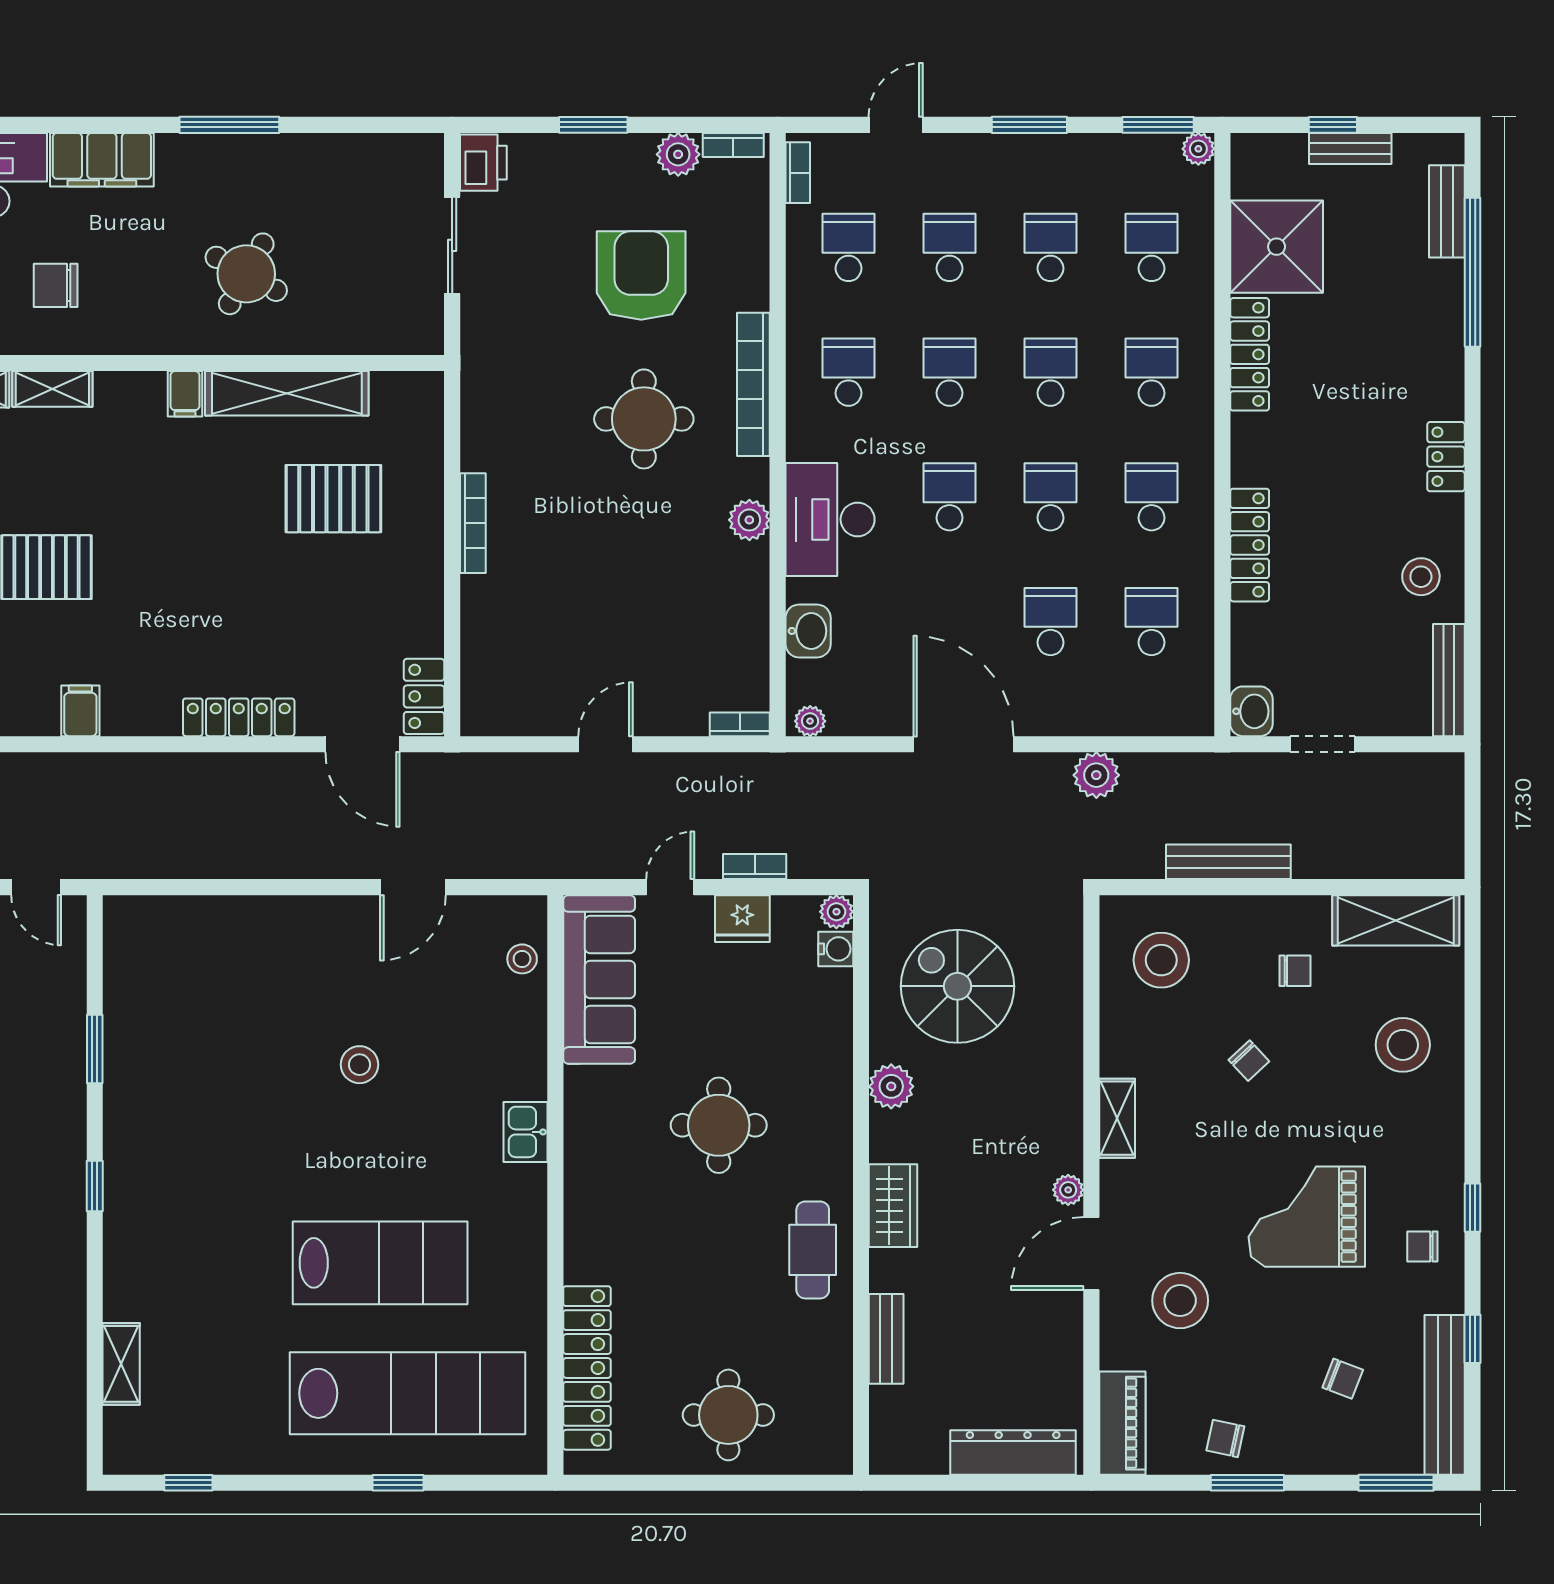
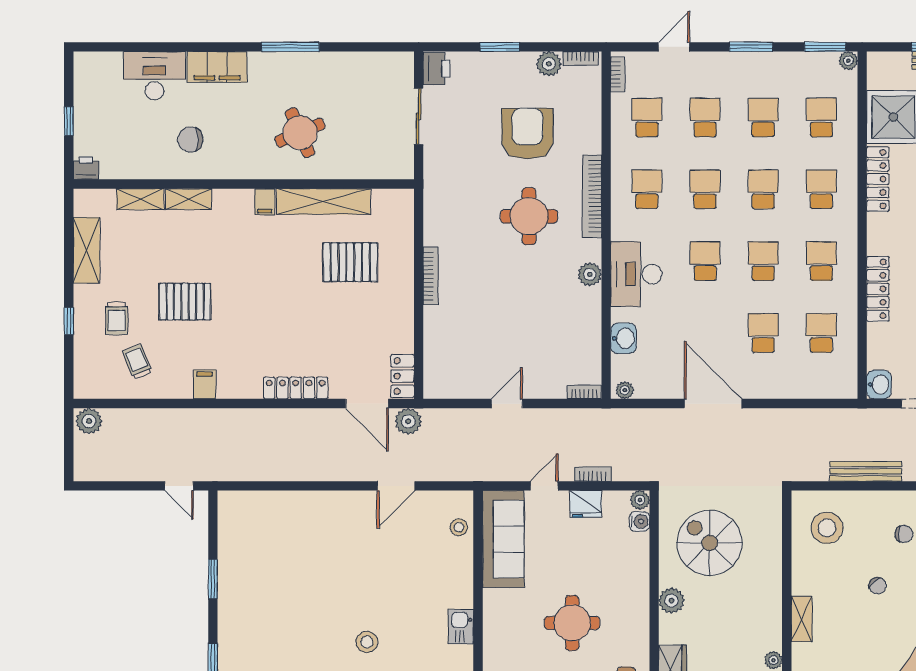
round table: (246, 274) -> (300, 133), turned 38
plant: (1096, 775) -> (408, 421), moved
stool: (360, 1065) -> (367, 642), moved

